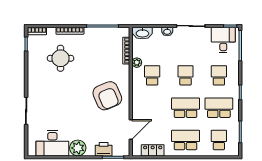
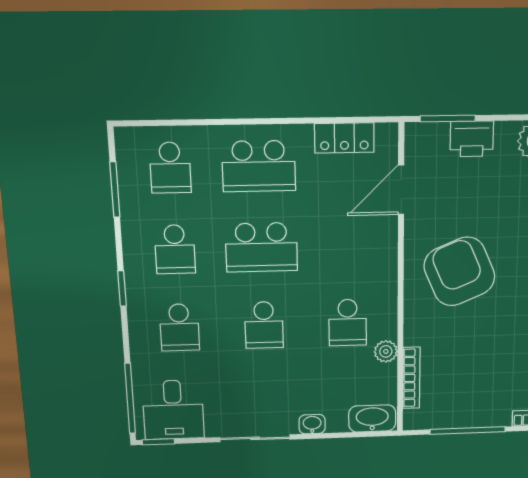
school desk: (219, 108) -> (175, 249), width x0.54

